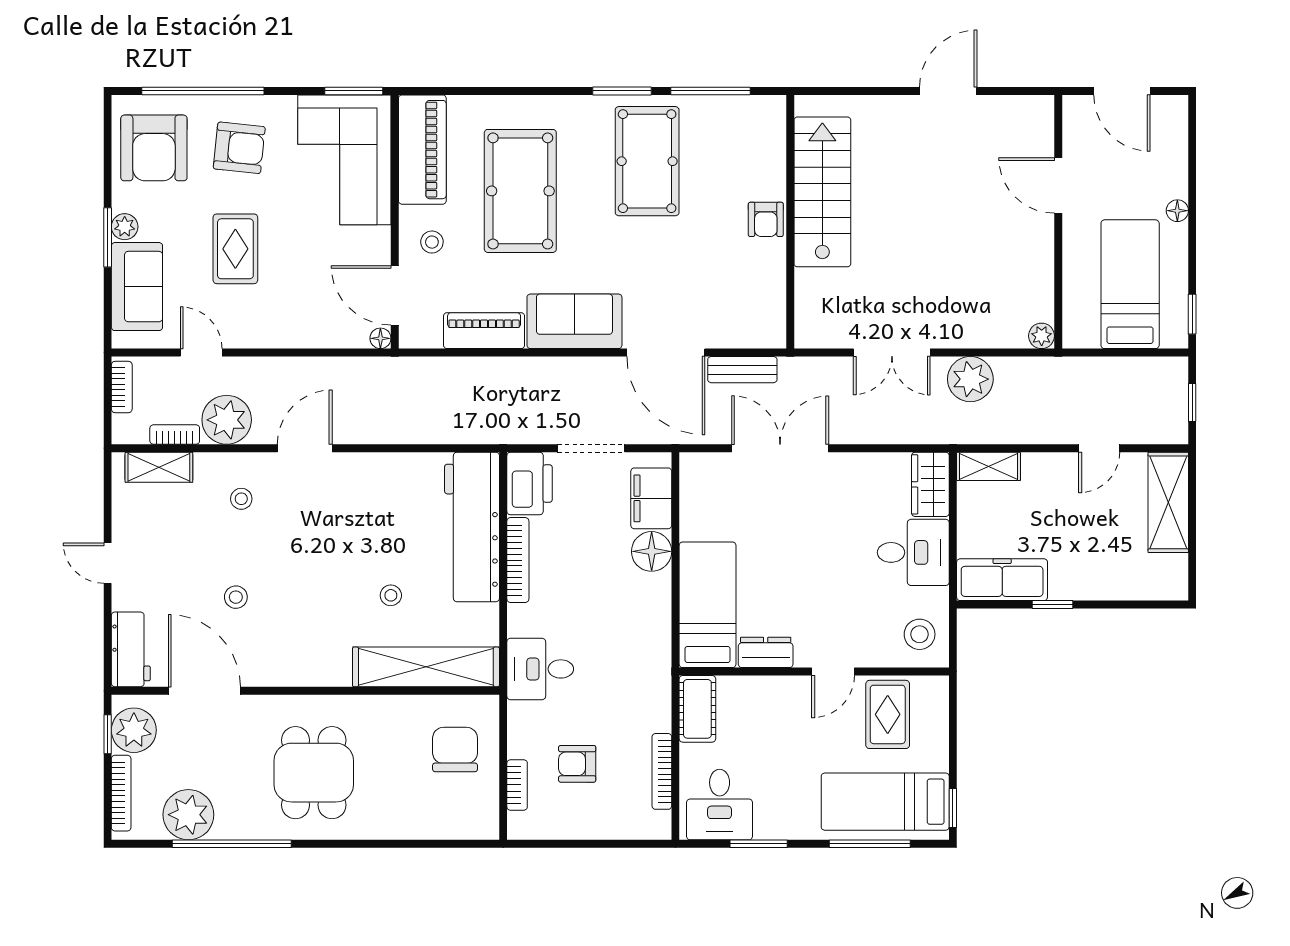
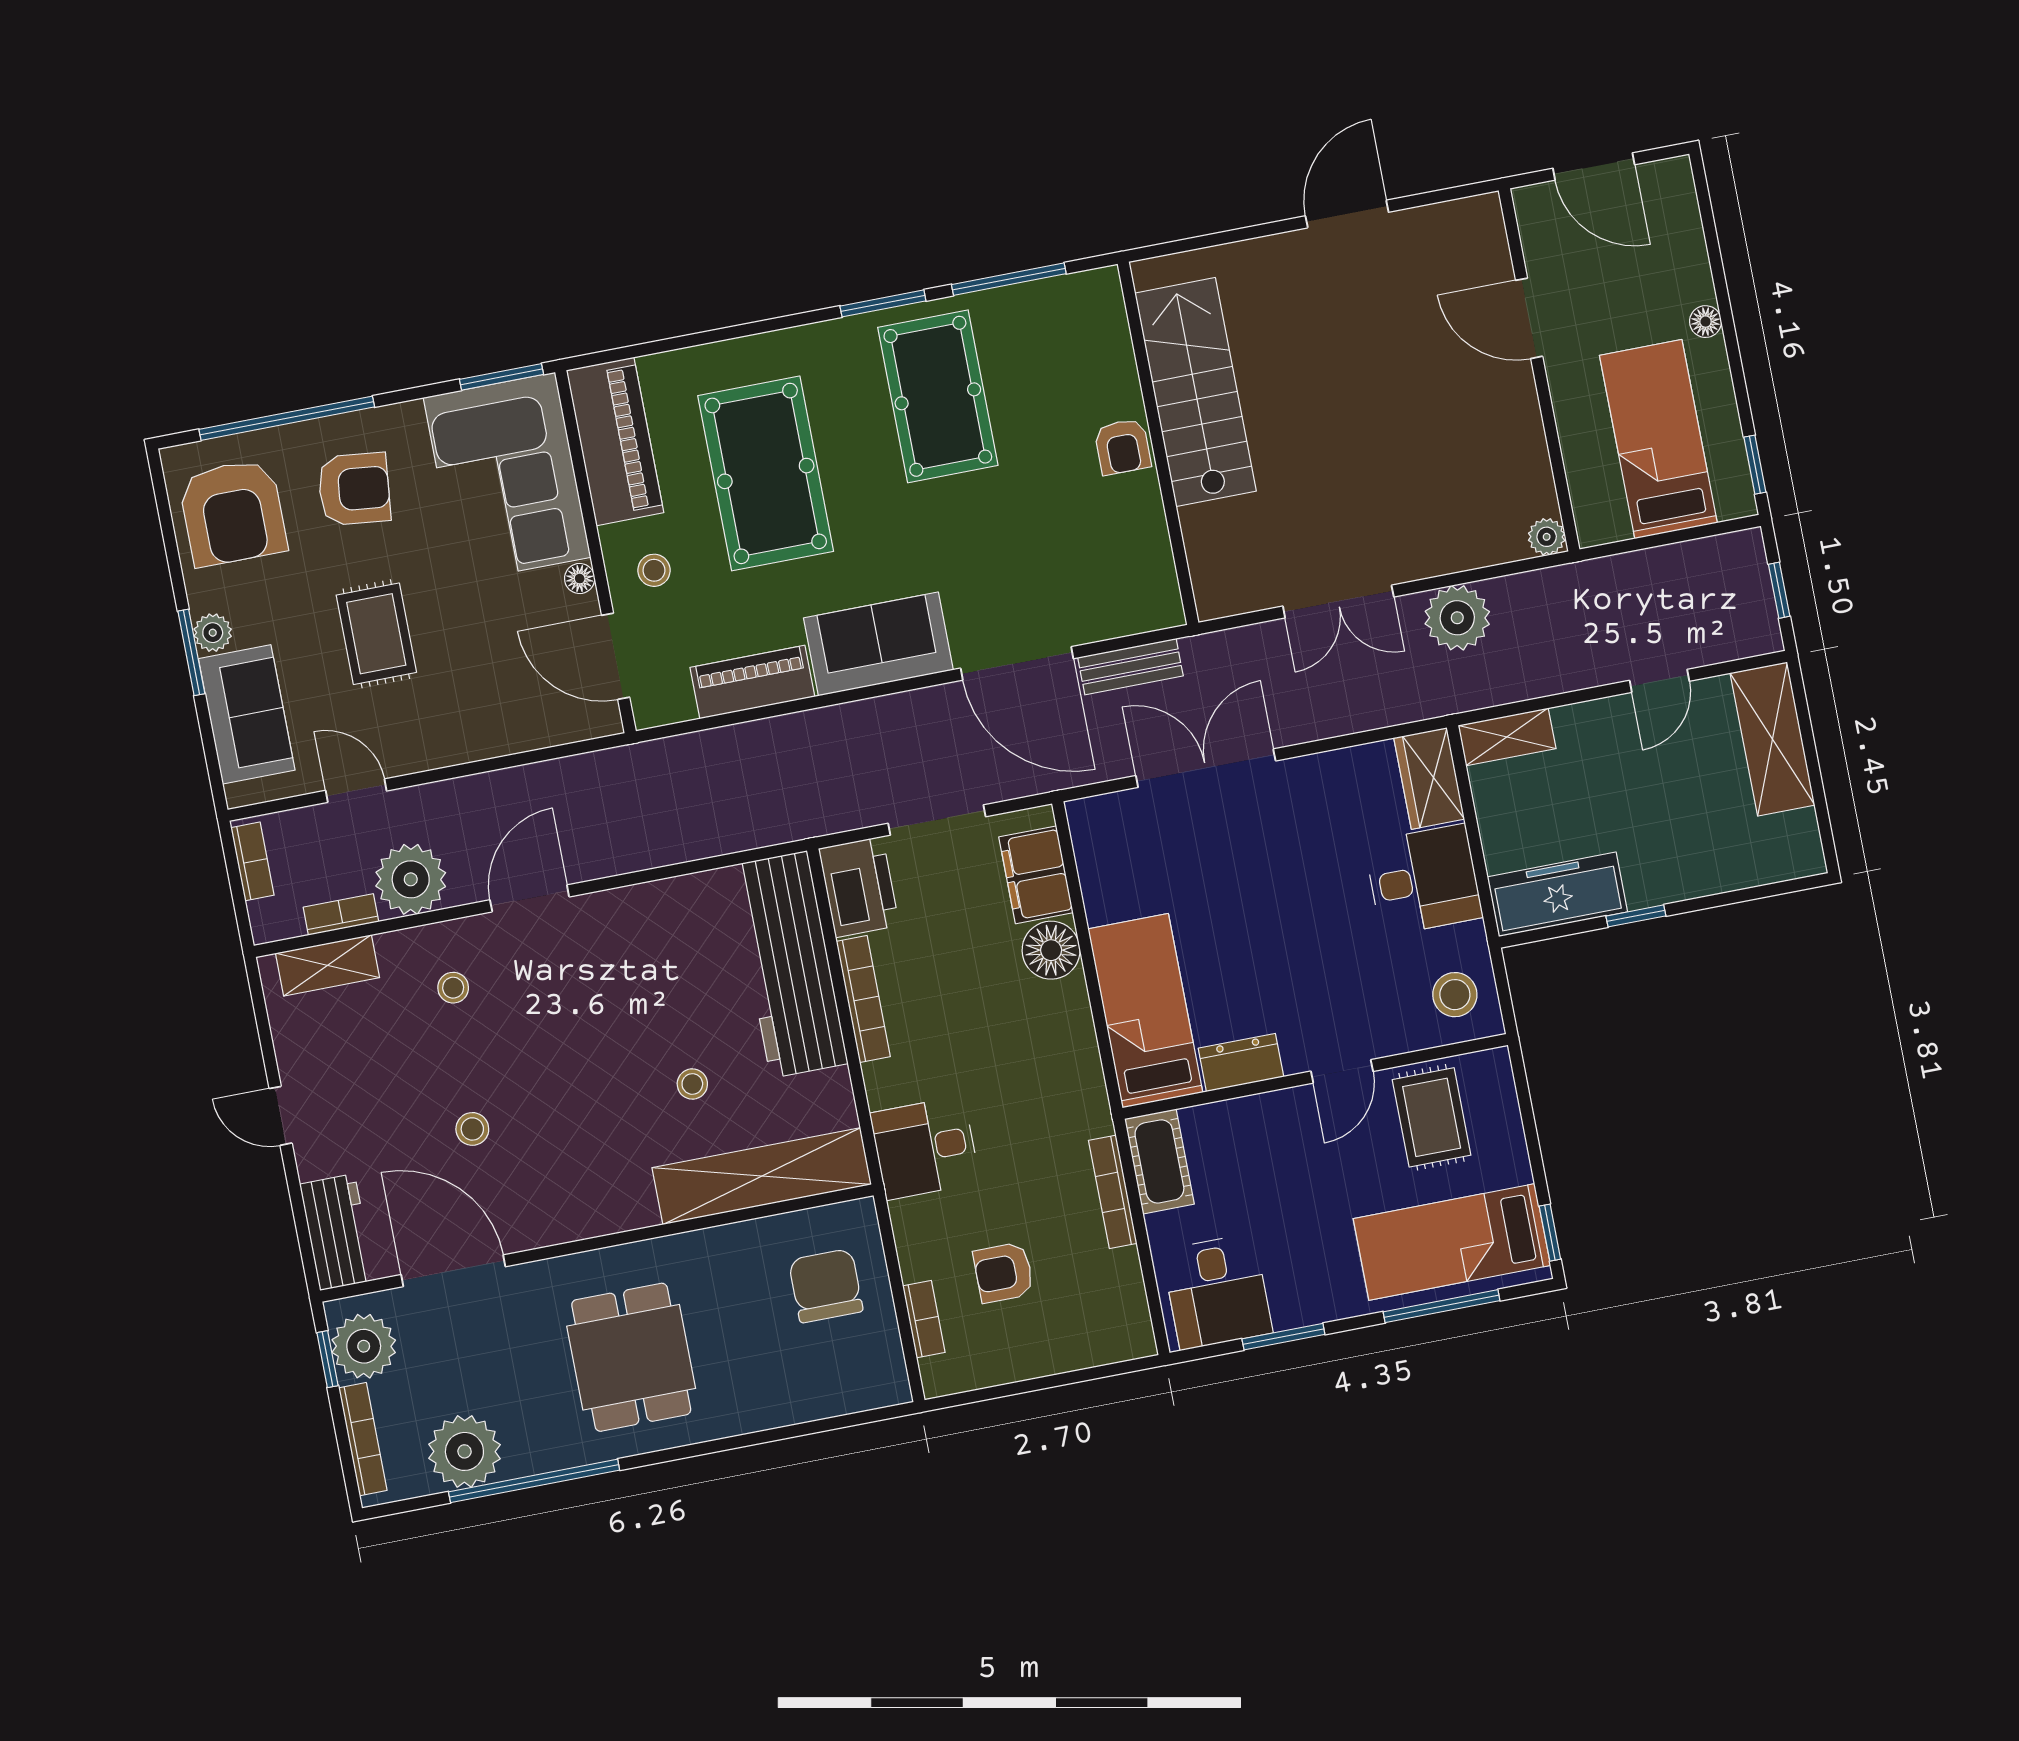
floor lamp: (380, 338) -> (580, 579), moved
bookcase: (662, 771) -> (1113, 1192), moved

